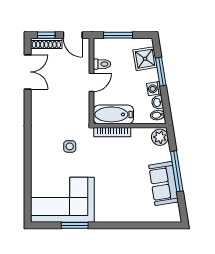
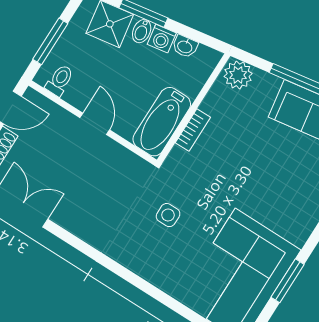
toilet: (102, 64) -> (60, 80), moved
bidet: (158, 115) -> (142, 31), moved
bookcase: (112, 132) -> (193, 130), width x0.64

